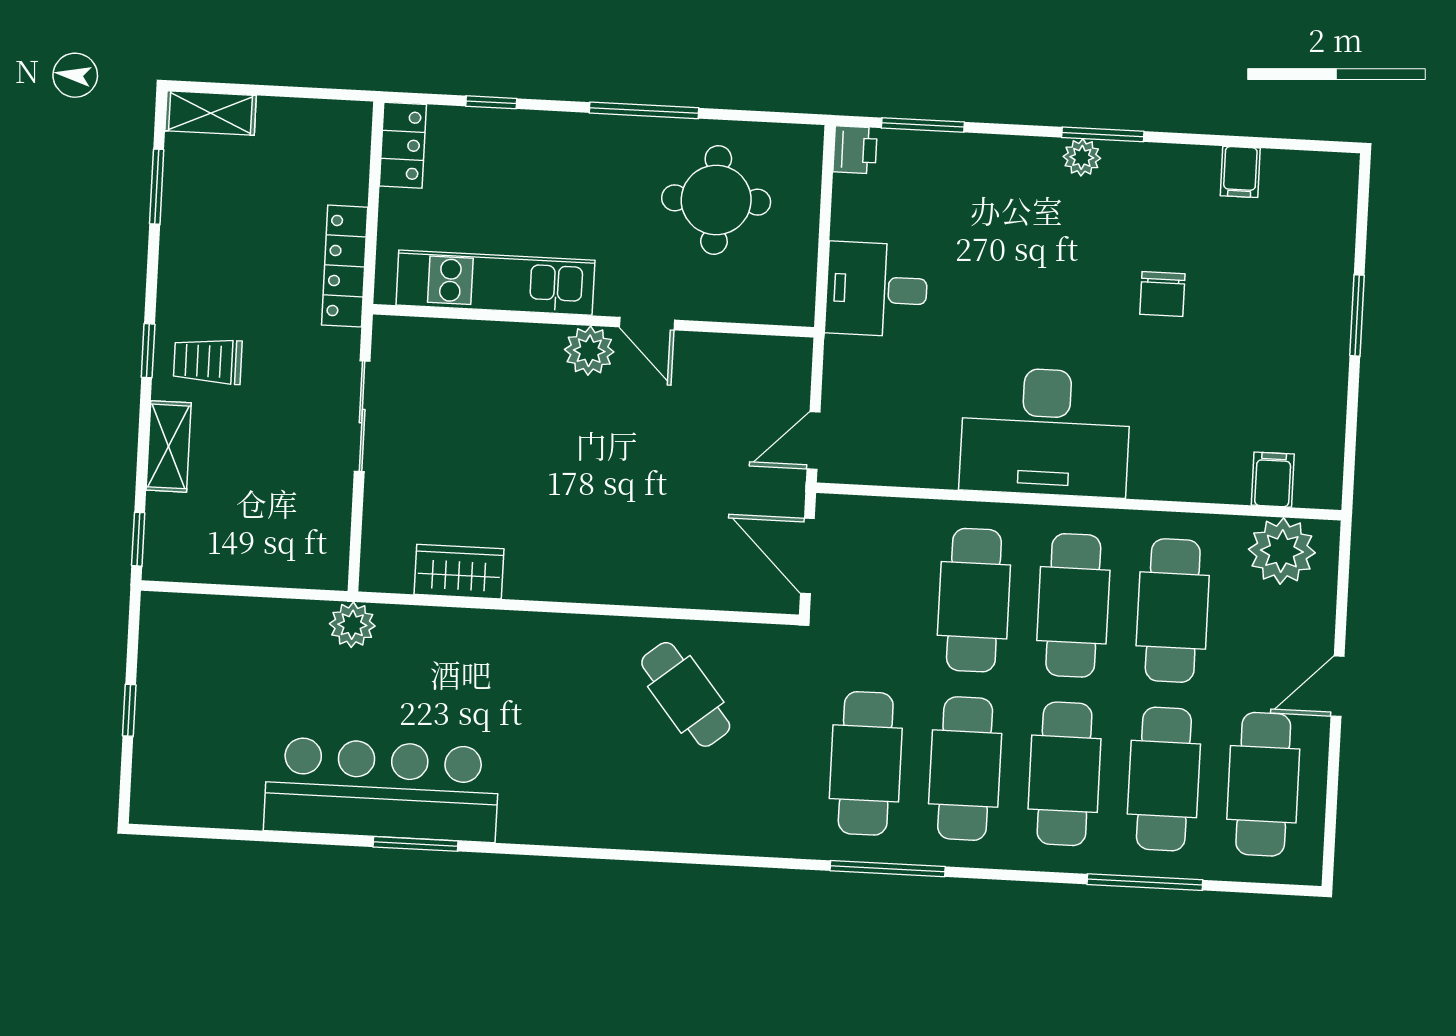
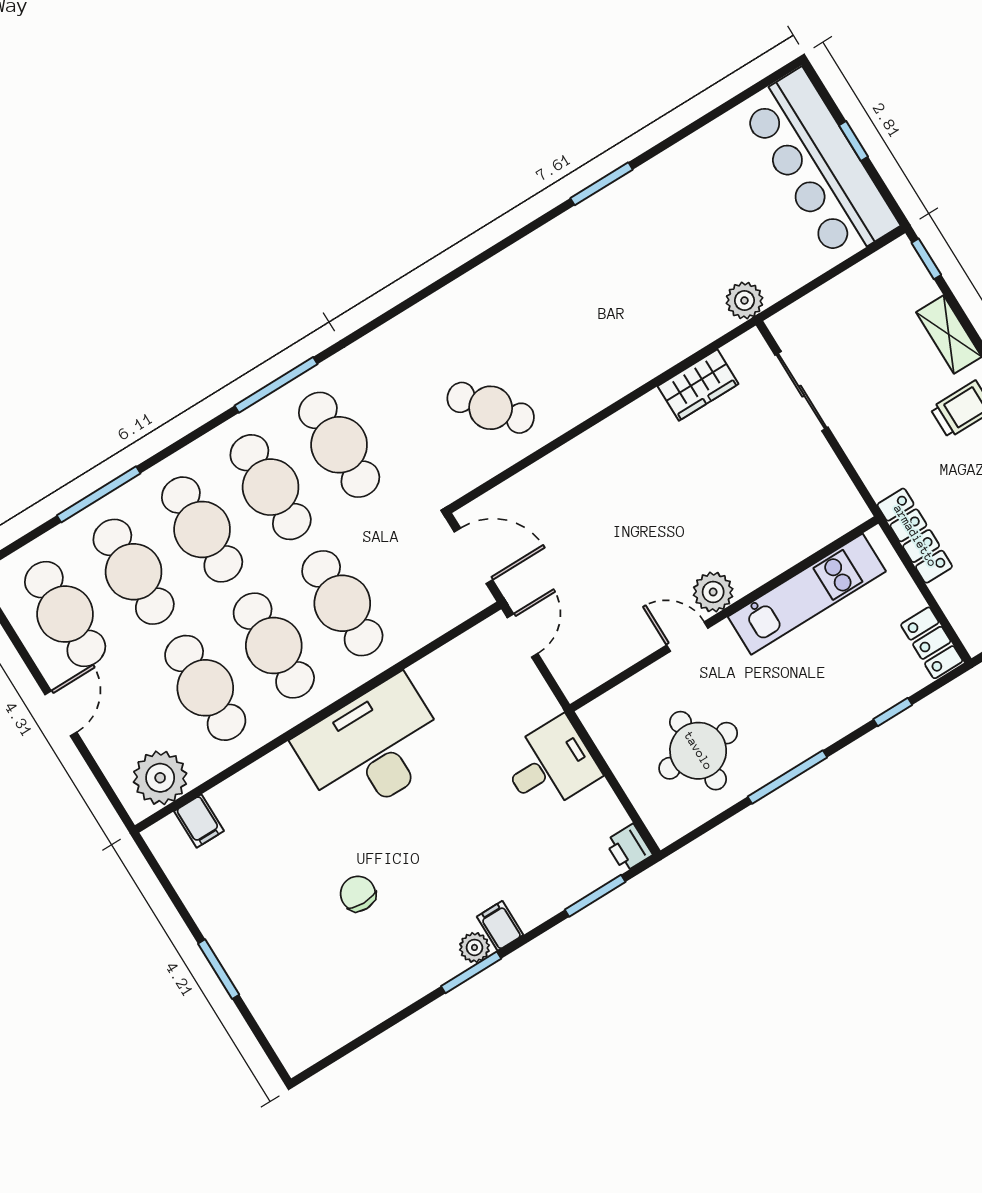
filing cabinet: (1240, 172) -> (500, 926), moved
sliding door: (362, 416) -> (801, 391), moved
bar counter: (382, 789) -> (819, 166), moved, turned 90

